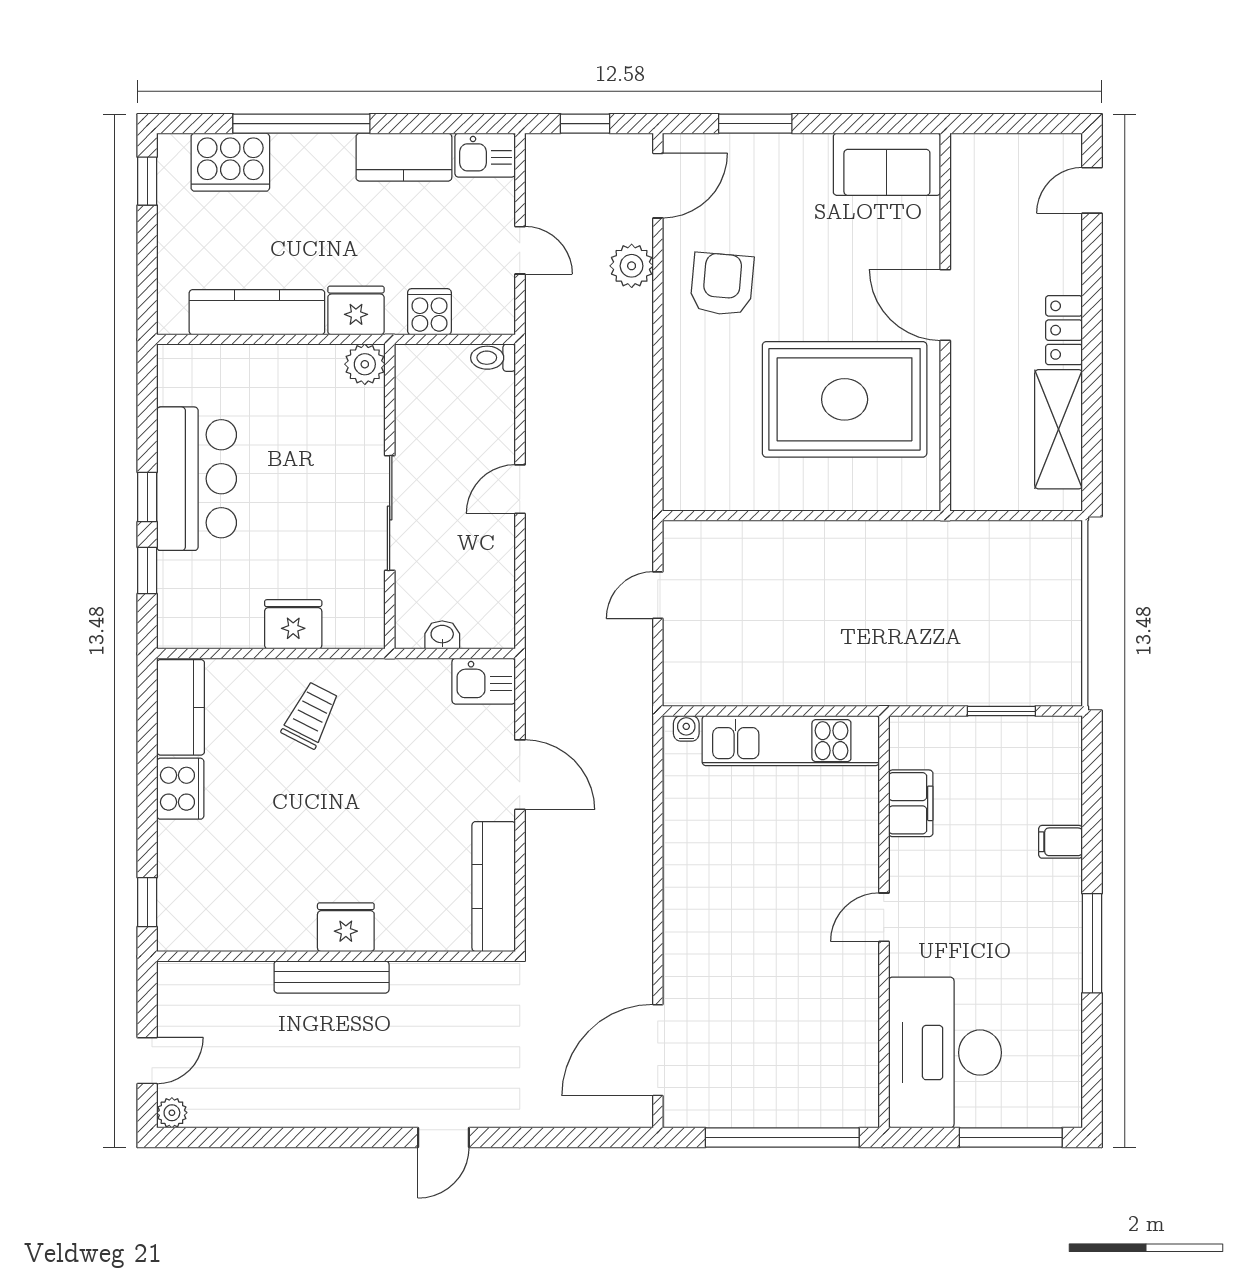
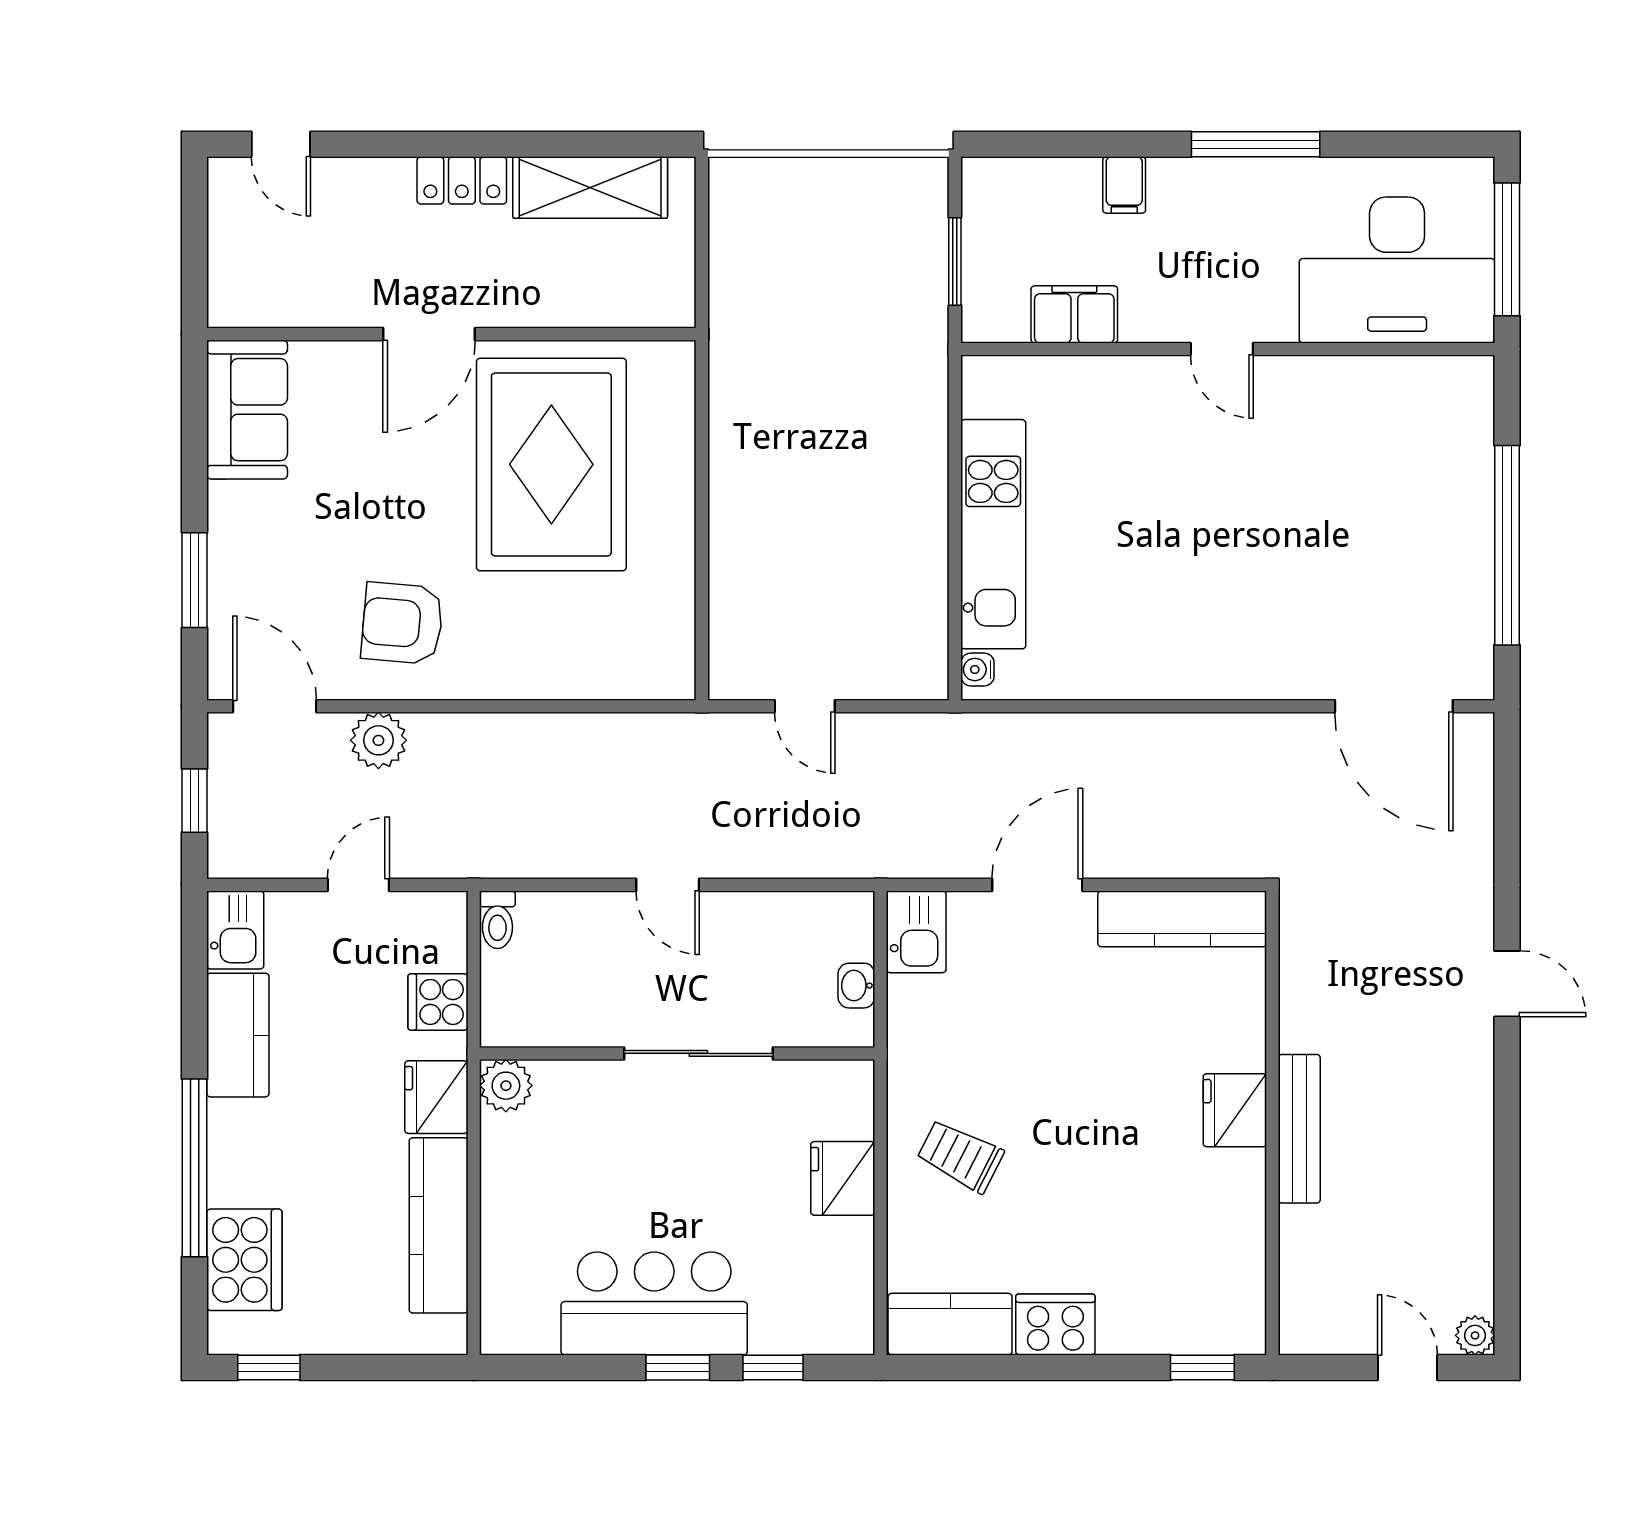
filing cabinet: (911, 803) -> (1074, 314), moved
door: (884, 917) -> (1222, 349), moved
wall: (884, 922) -> (1228, 349), moved
desk: (945, 1053) -> (1397, 270), moved

